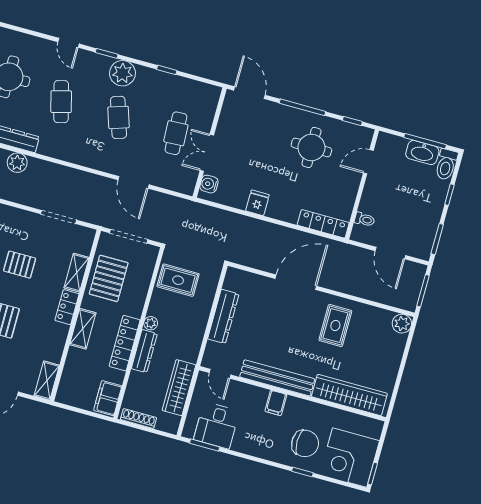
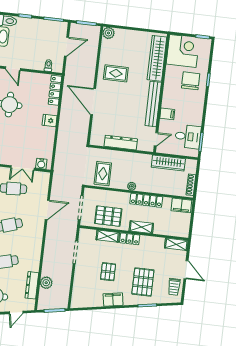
fridge: (257, 203) -> (50, 121), moved
dresser: (144, 351) -> (149, 188), removed
filing cabinet: (276, 403) -> (167, 114), moved
corner desk: (350, 458) -> (183, 51), moved, turned -90

